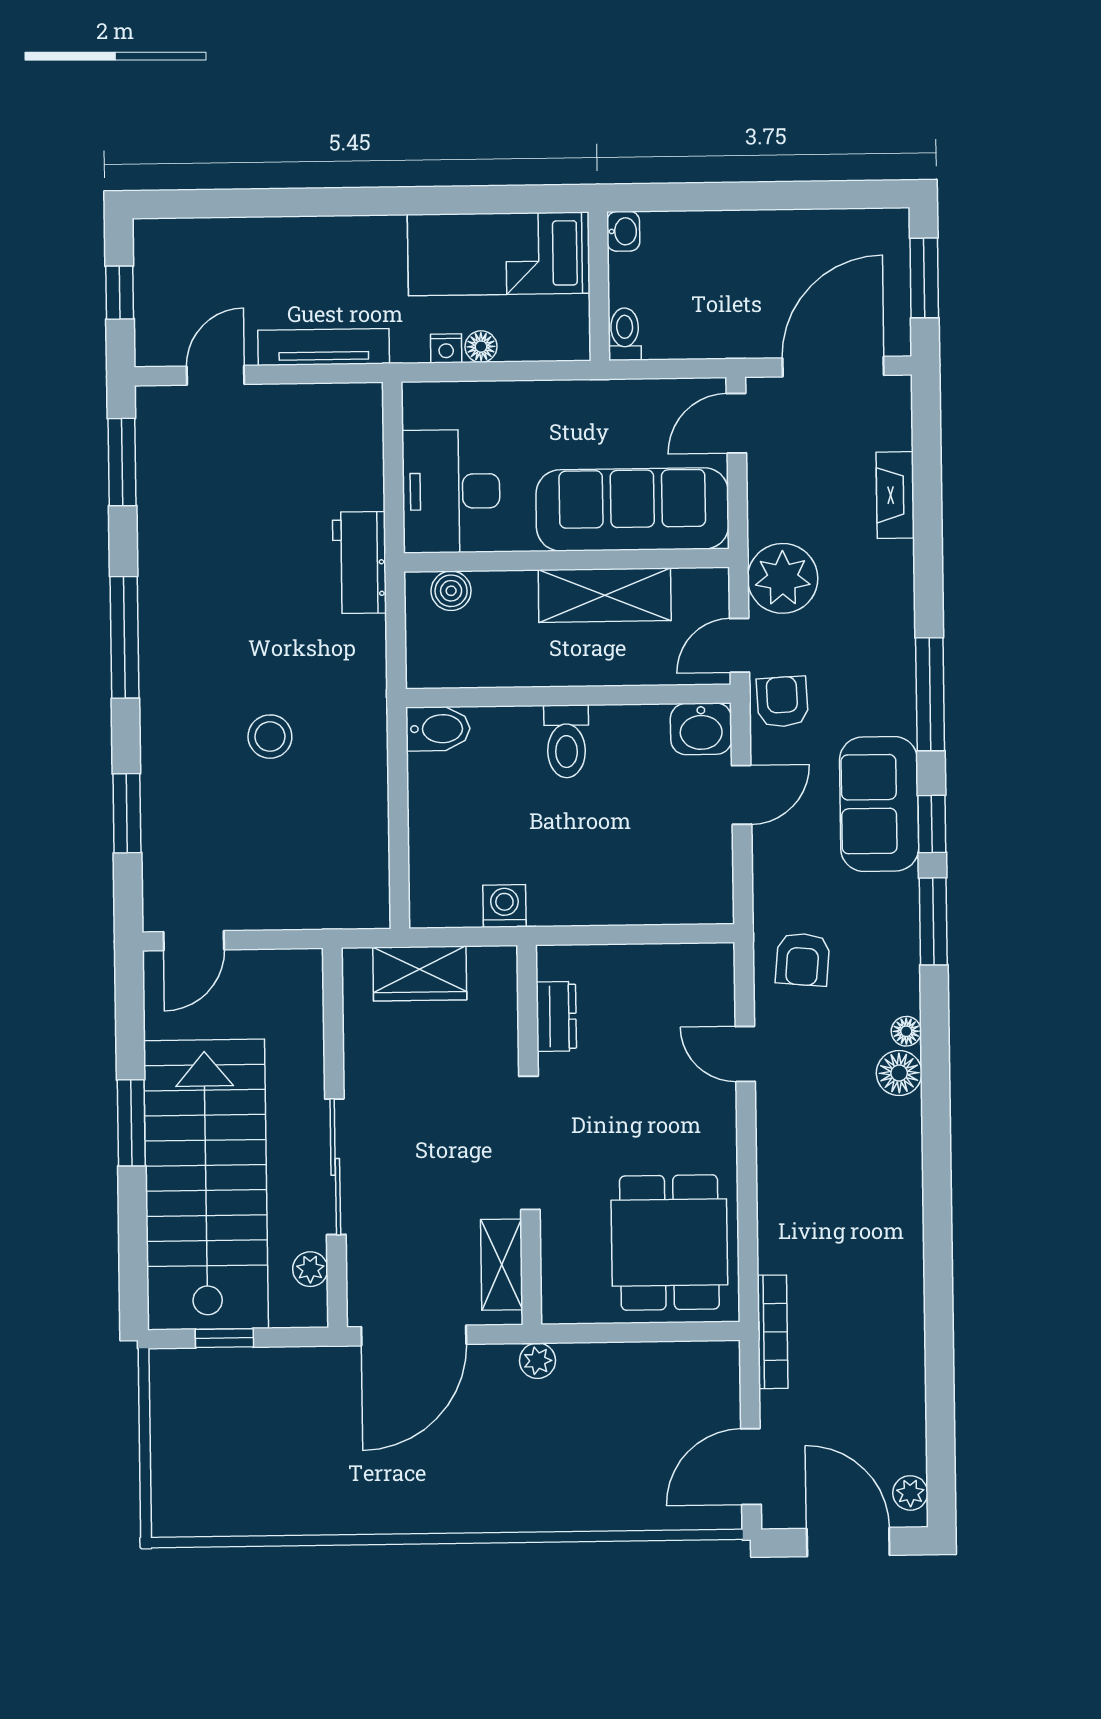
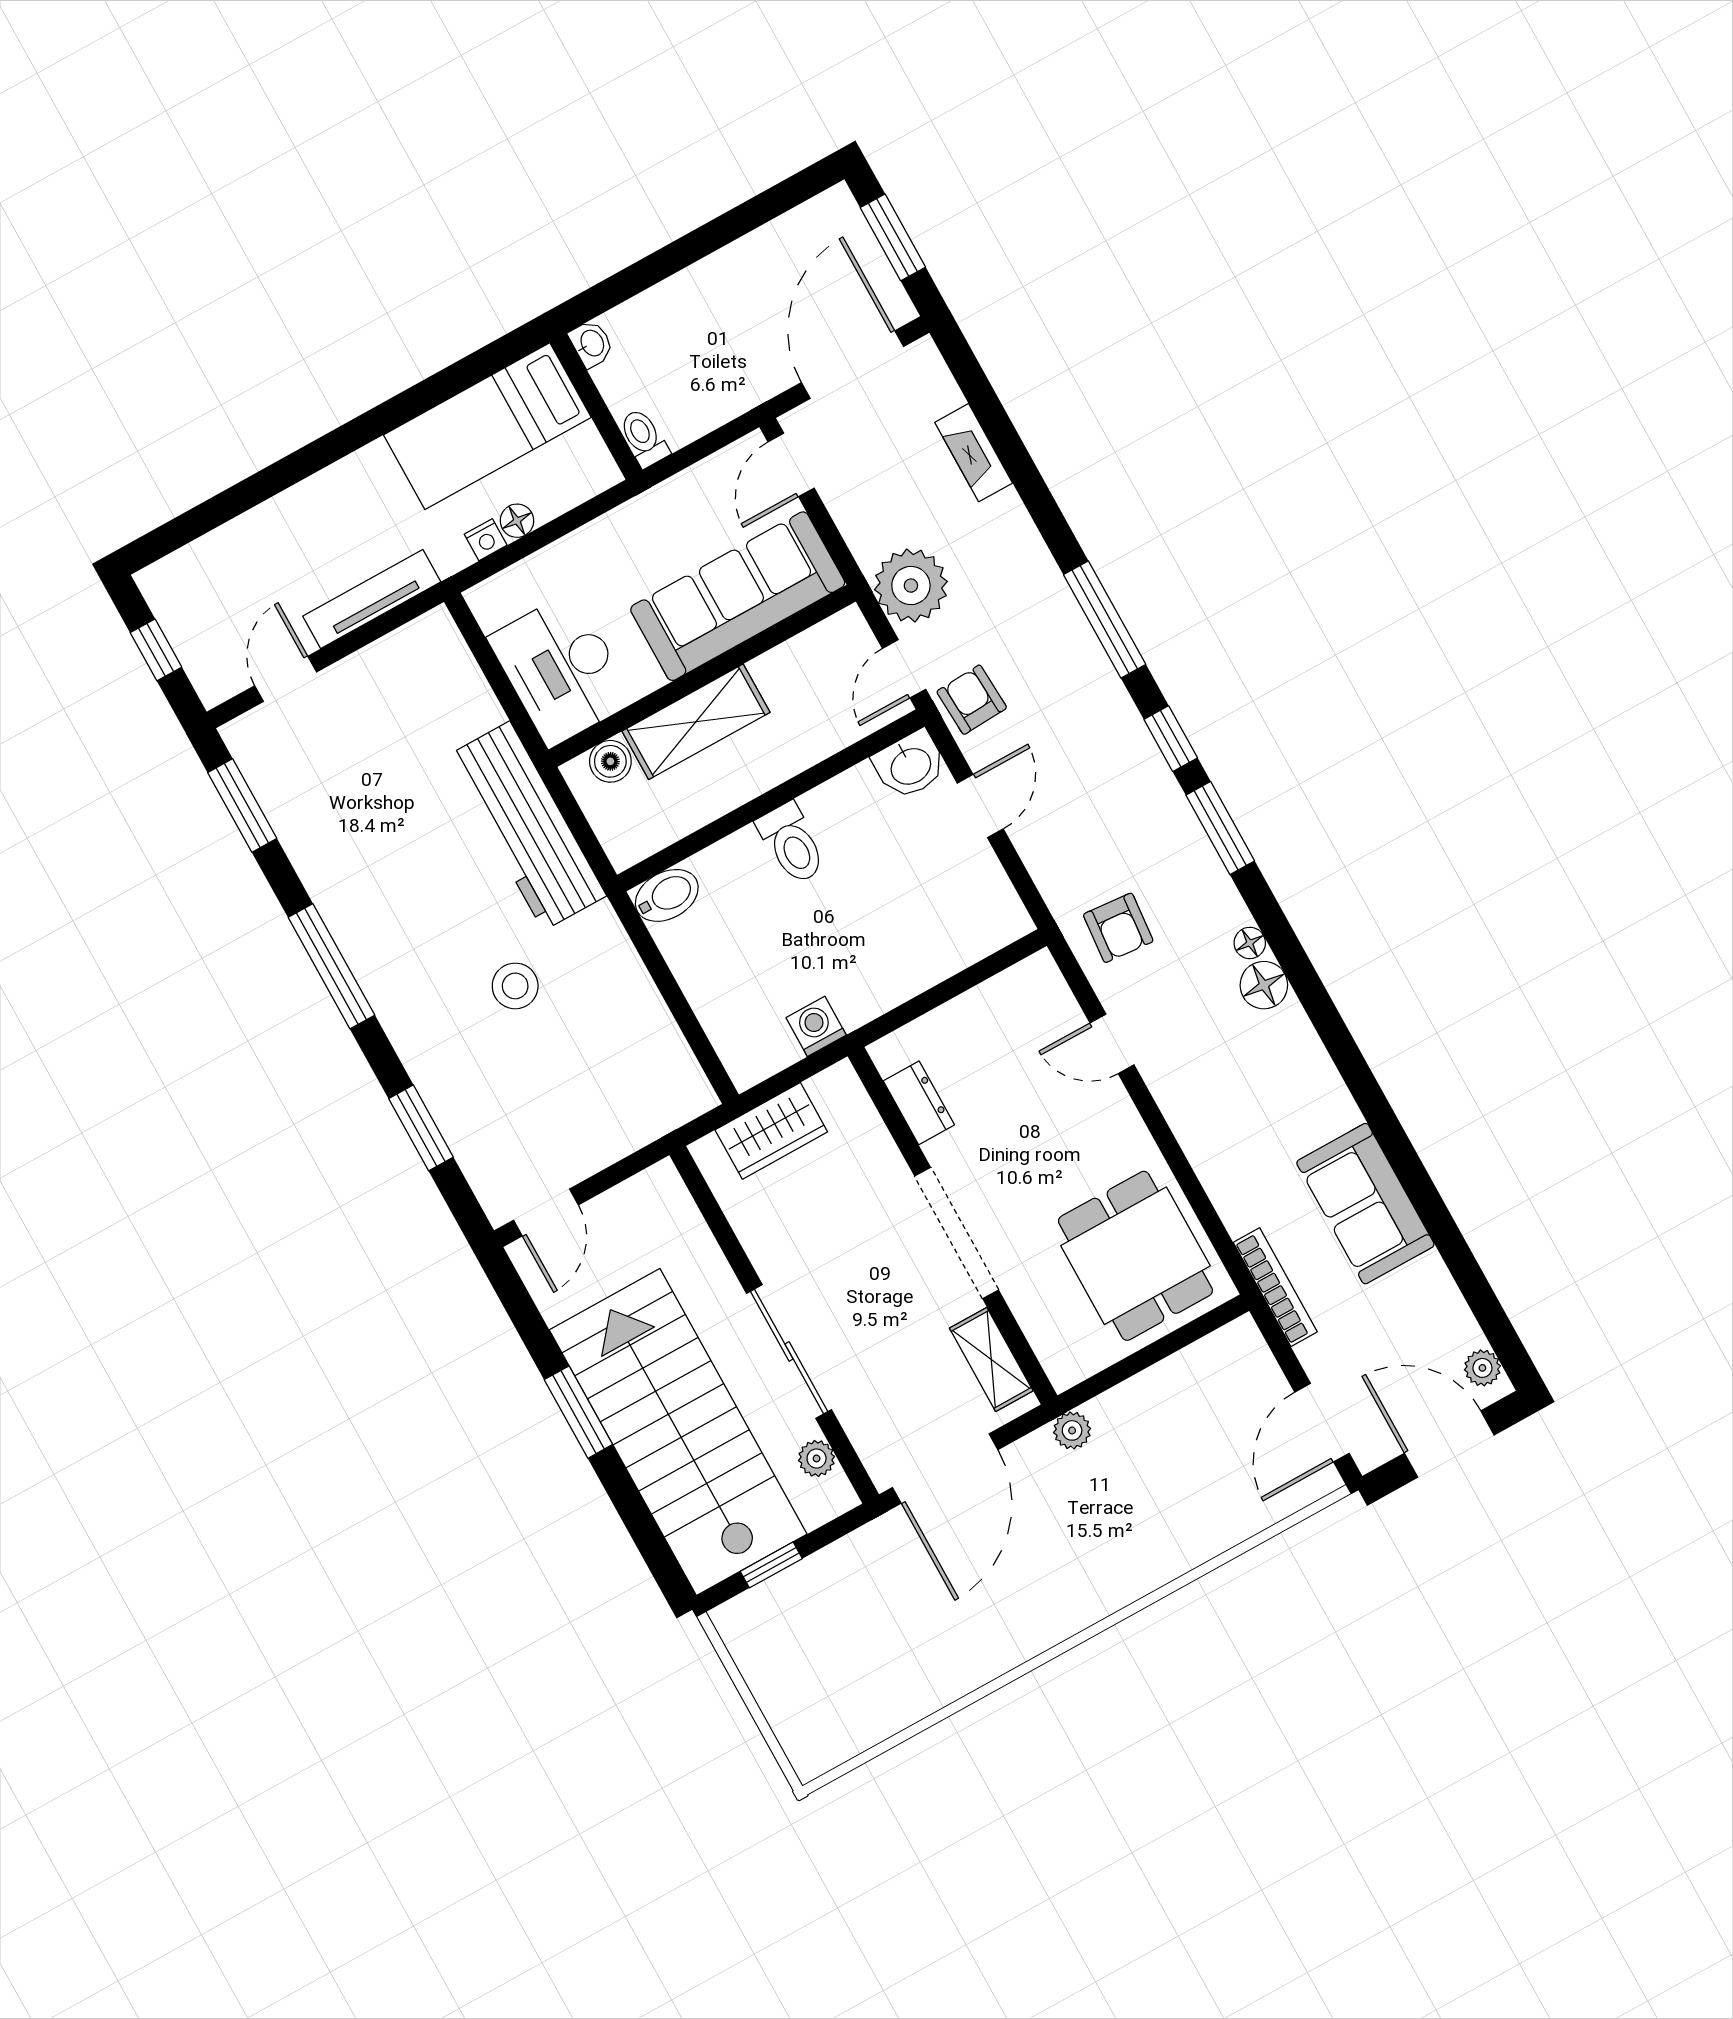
workbench: (359, 563) -> (526, 826), width x1.88, depth x1.32
shelving: (605, 595) -> (696, 722), moved
sofa: (879, 804) -> (1365, 1204), moved

